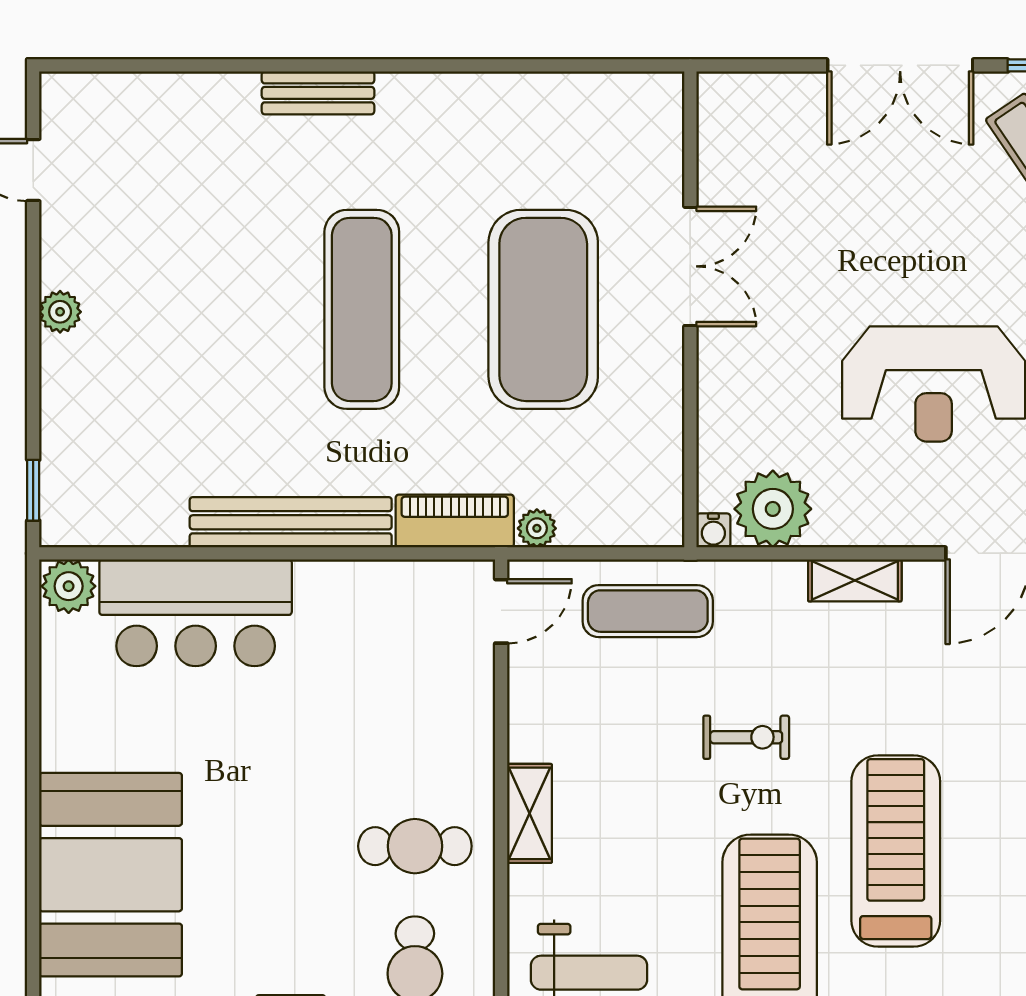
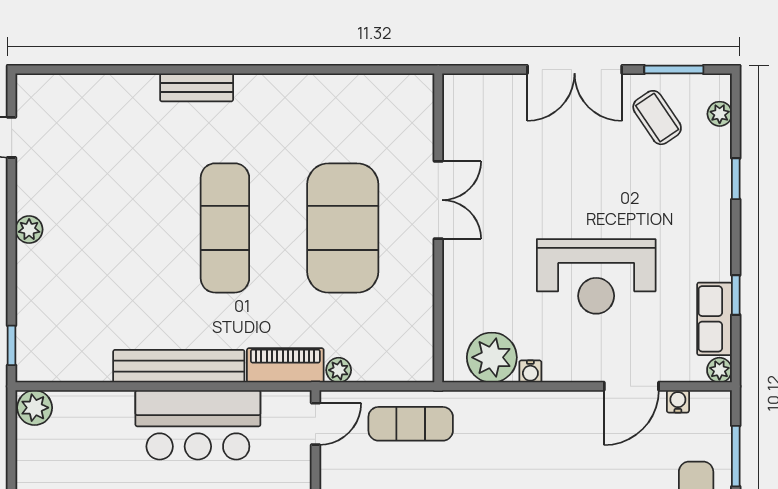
water cooler: (713, 530) -> (530, 371), moved
shelving: (855, 580) -> (545, 404), removed
bar counter: (196, 613) -> (198, 425), moved

